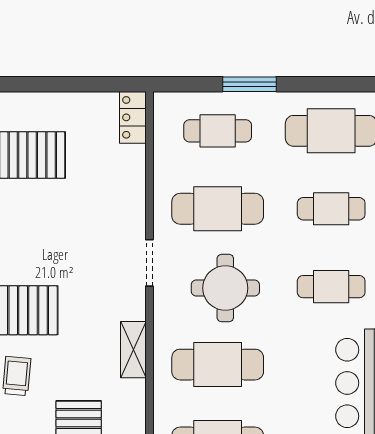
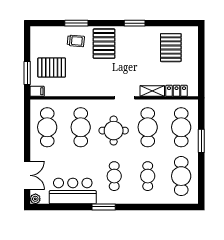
locker: (133, 117) -> (177, 91), moved
cafe table: (218, 131) -> (181, 127), width x1.37, depth x1.35
shelving: (133, 350) -> (152, 91), moved

